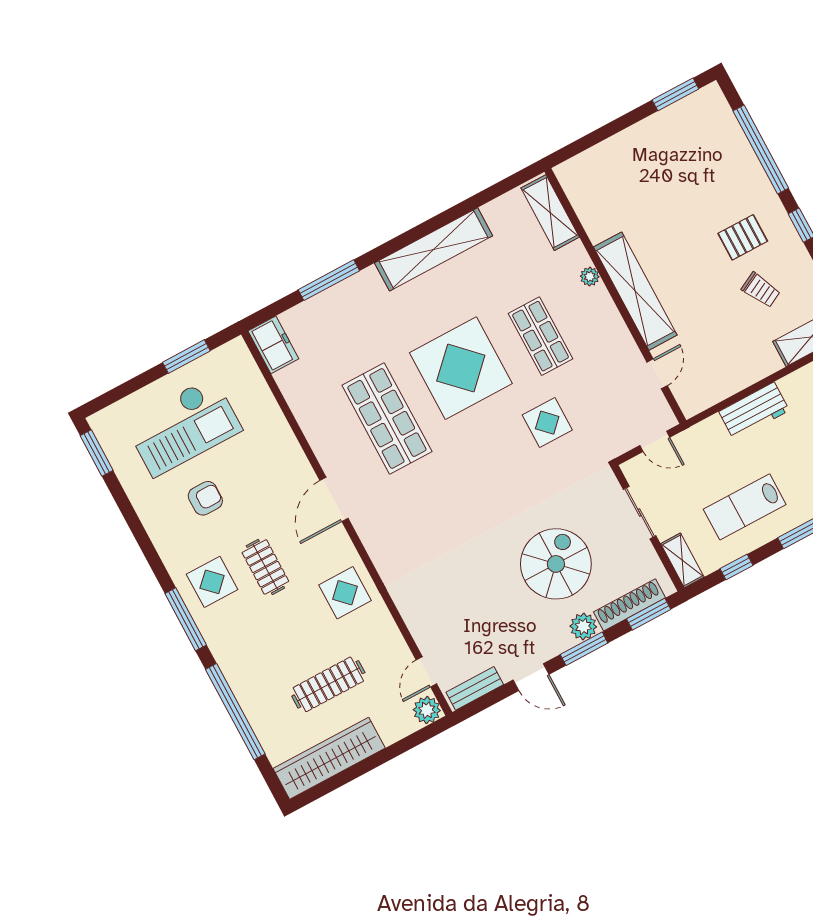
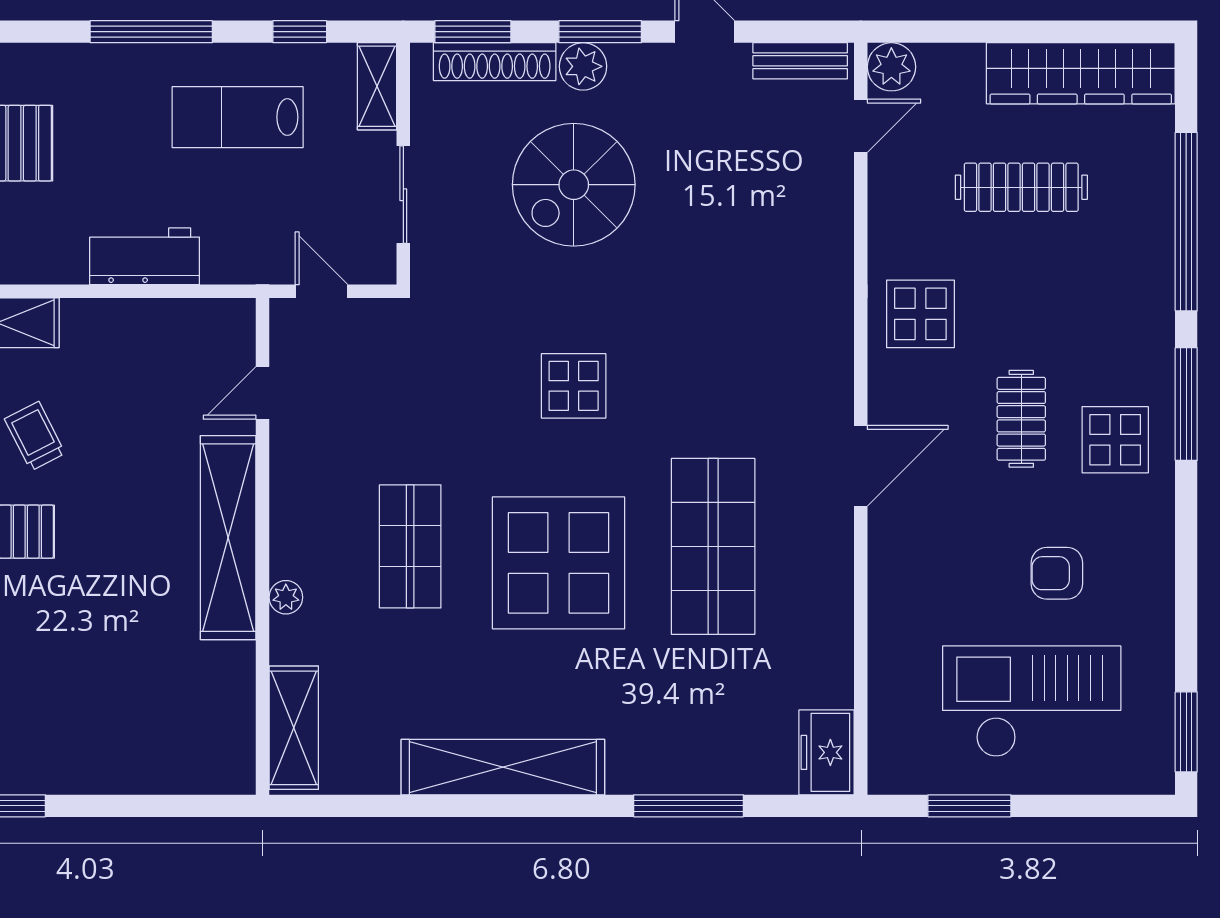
display table: (547, 423) -> (574, 386), moved
lab bench: (745, 507) -> (238, 117), turned 180

